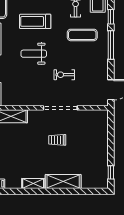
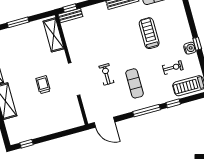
exercise mat: (82, 35) -> (135, 83), moved
weight bench: (34, 54) -> (118, 40), removed

